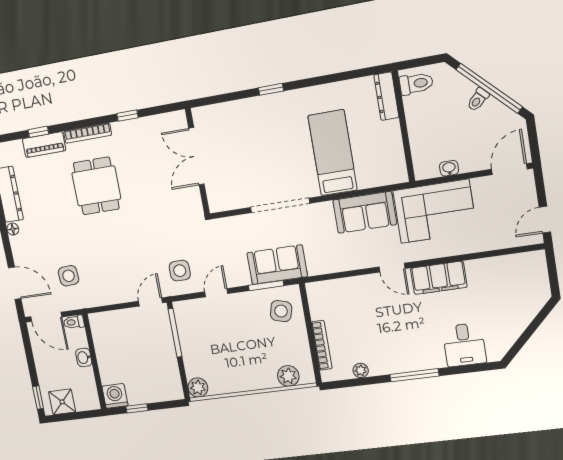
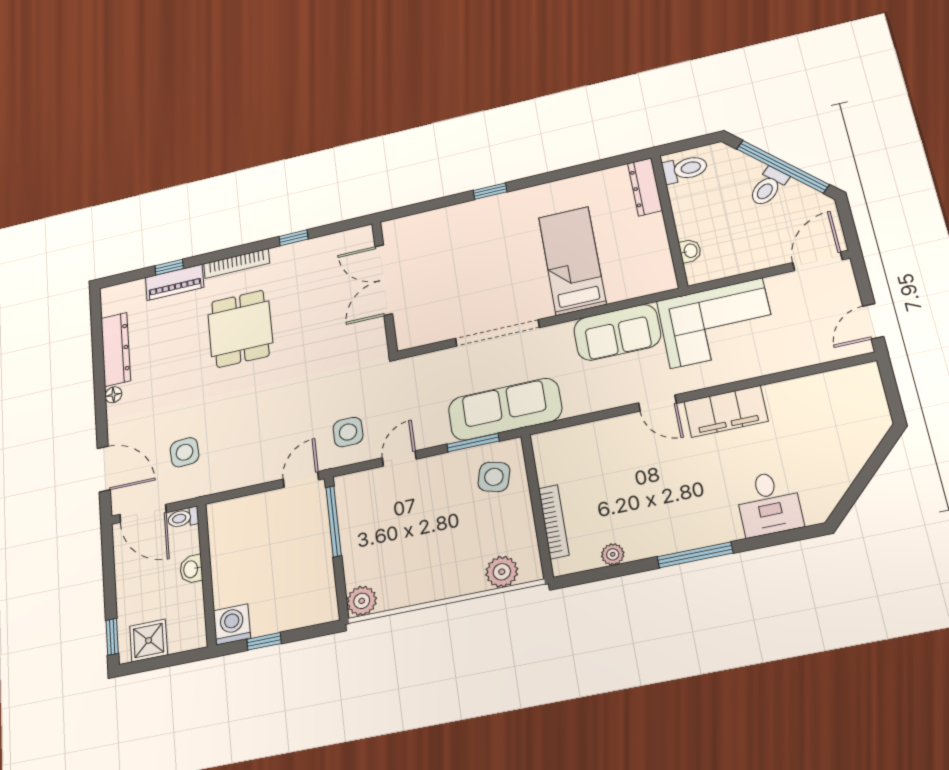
toilet: (478, 100) -> (768, 187), width x1.37, depth x1.39
washbasin: (449, 168) -> (690, 251), moved, turned 90
sofa: (277, 265) -> (505, 409), width x1.36

